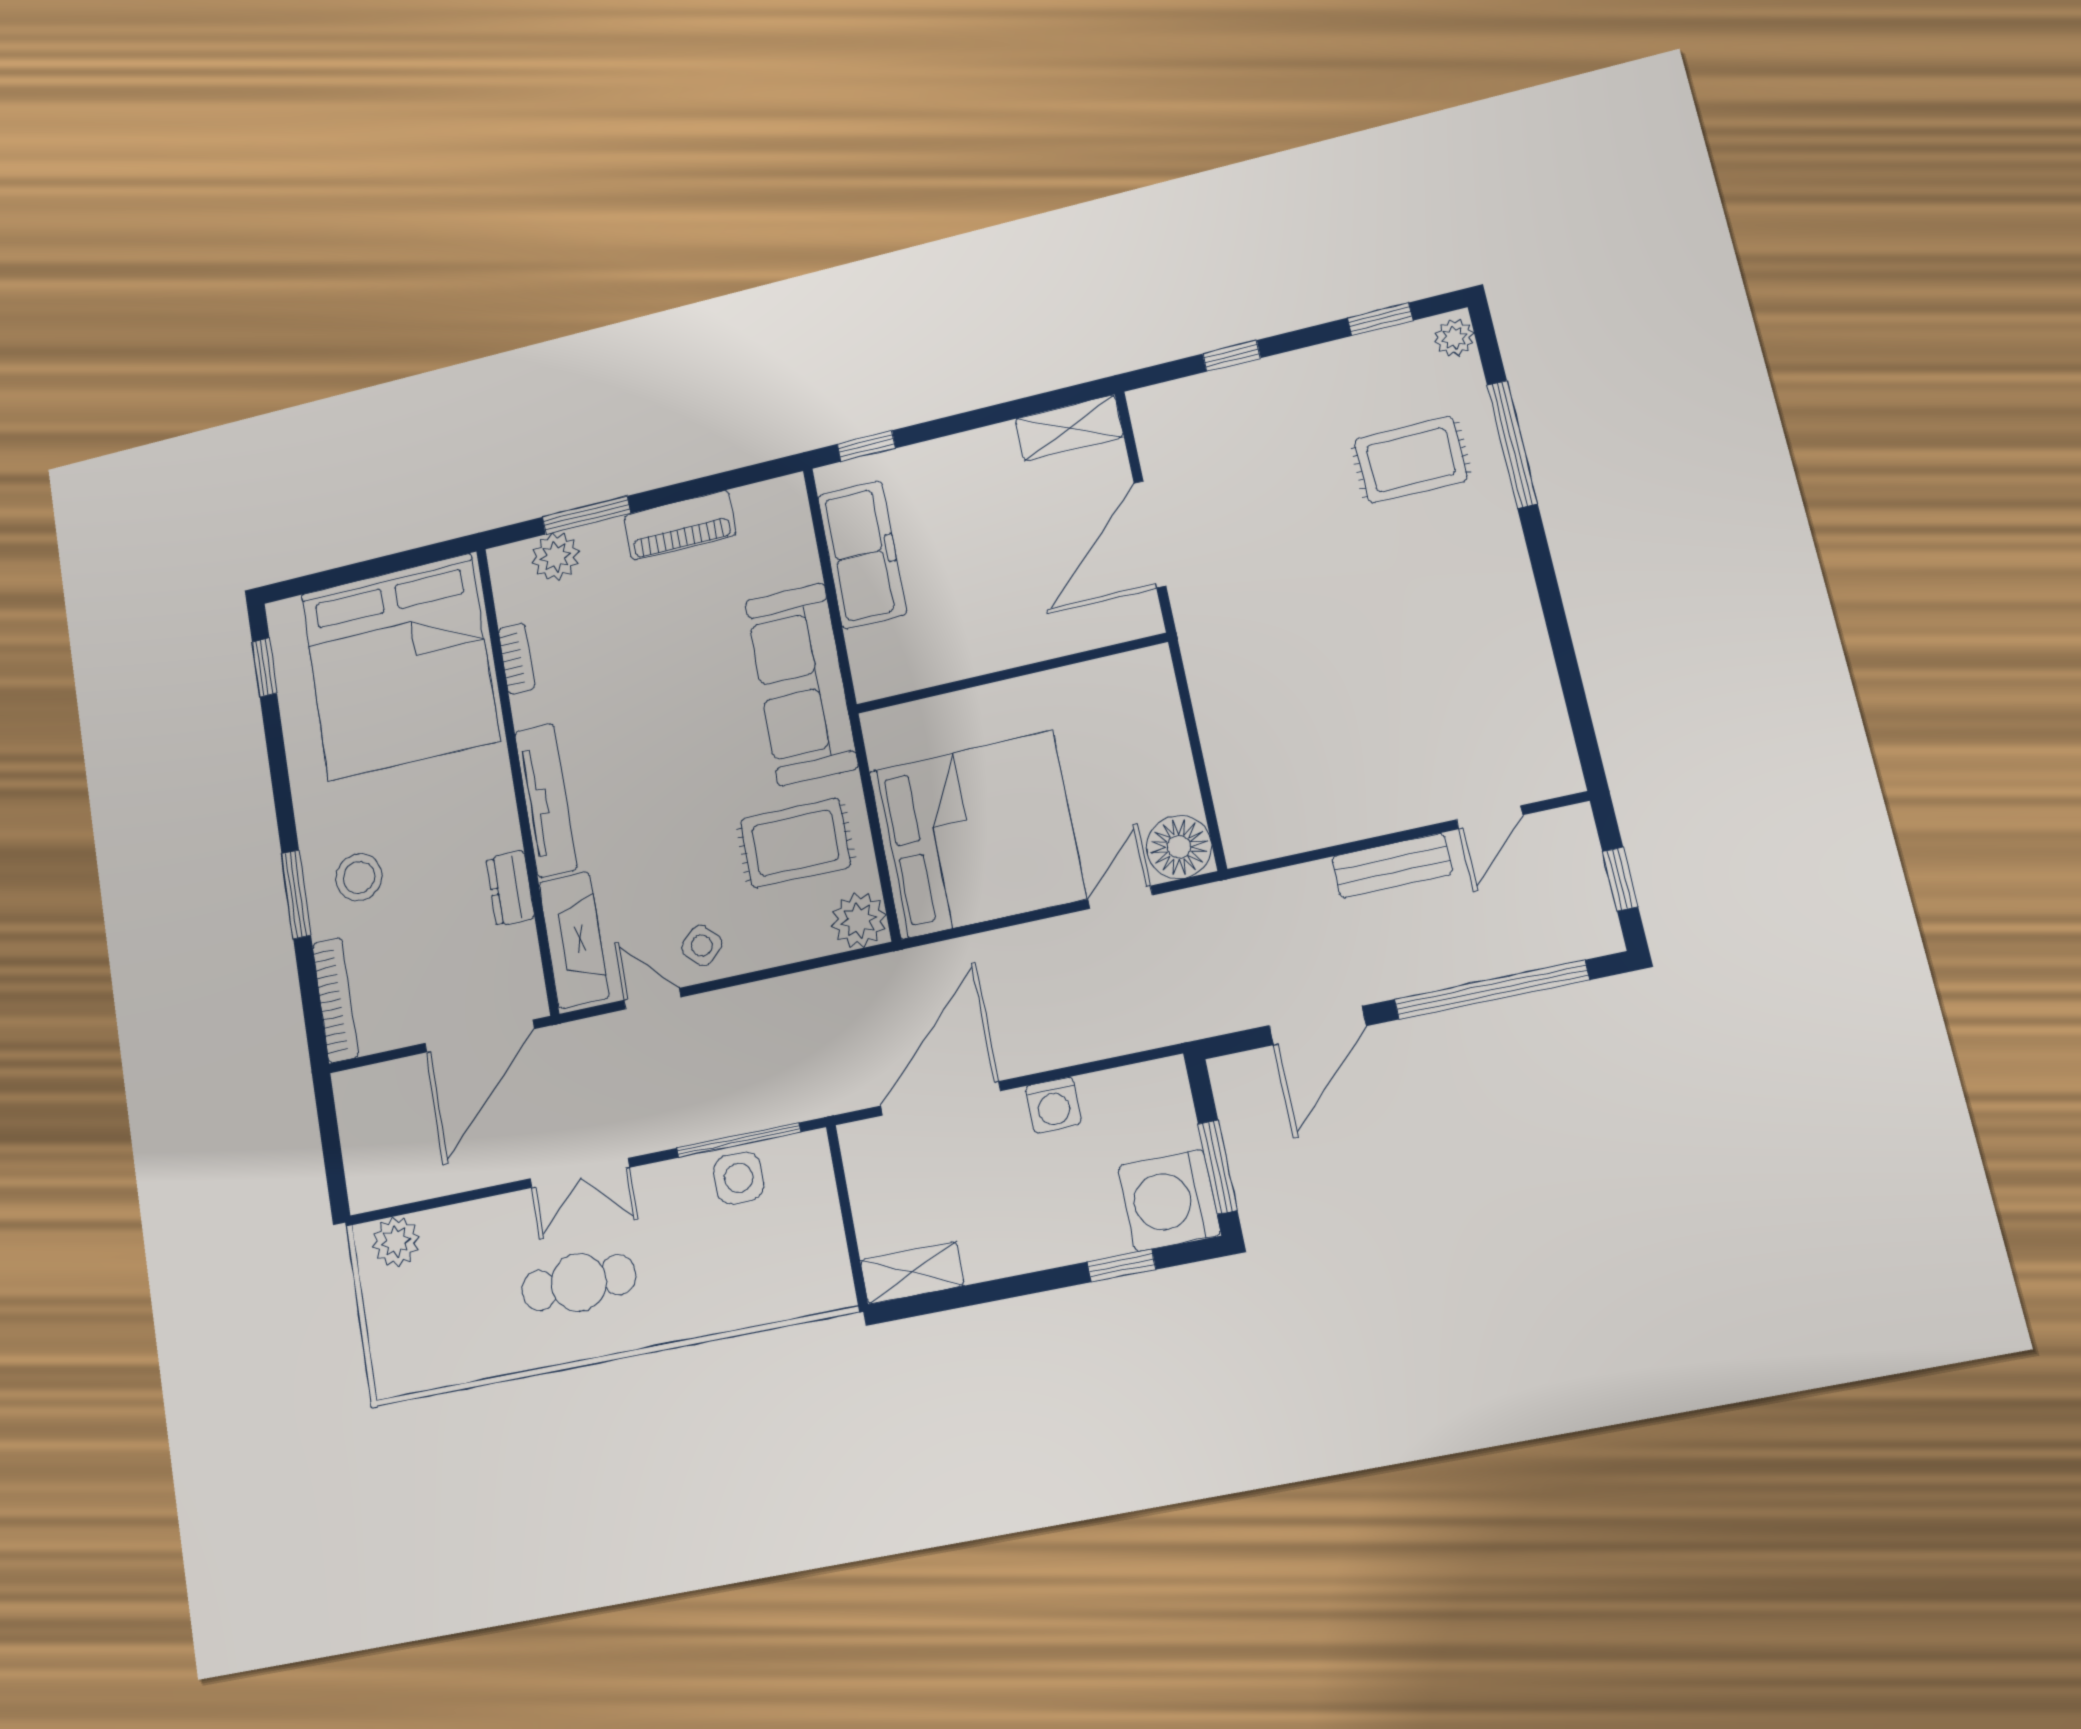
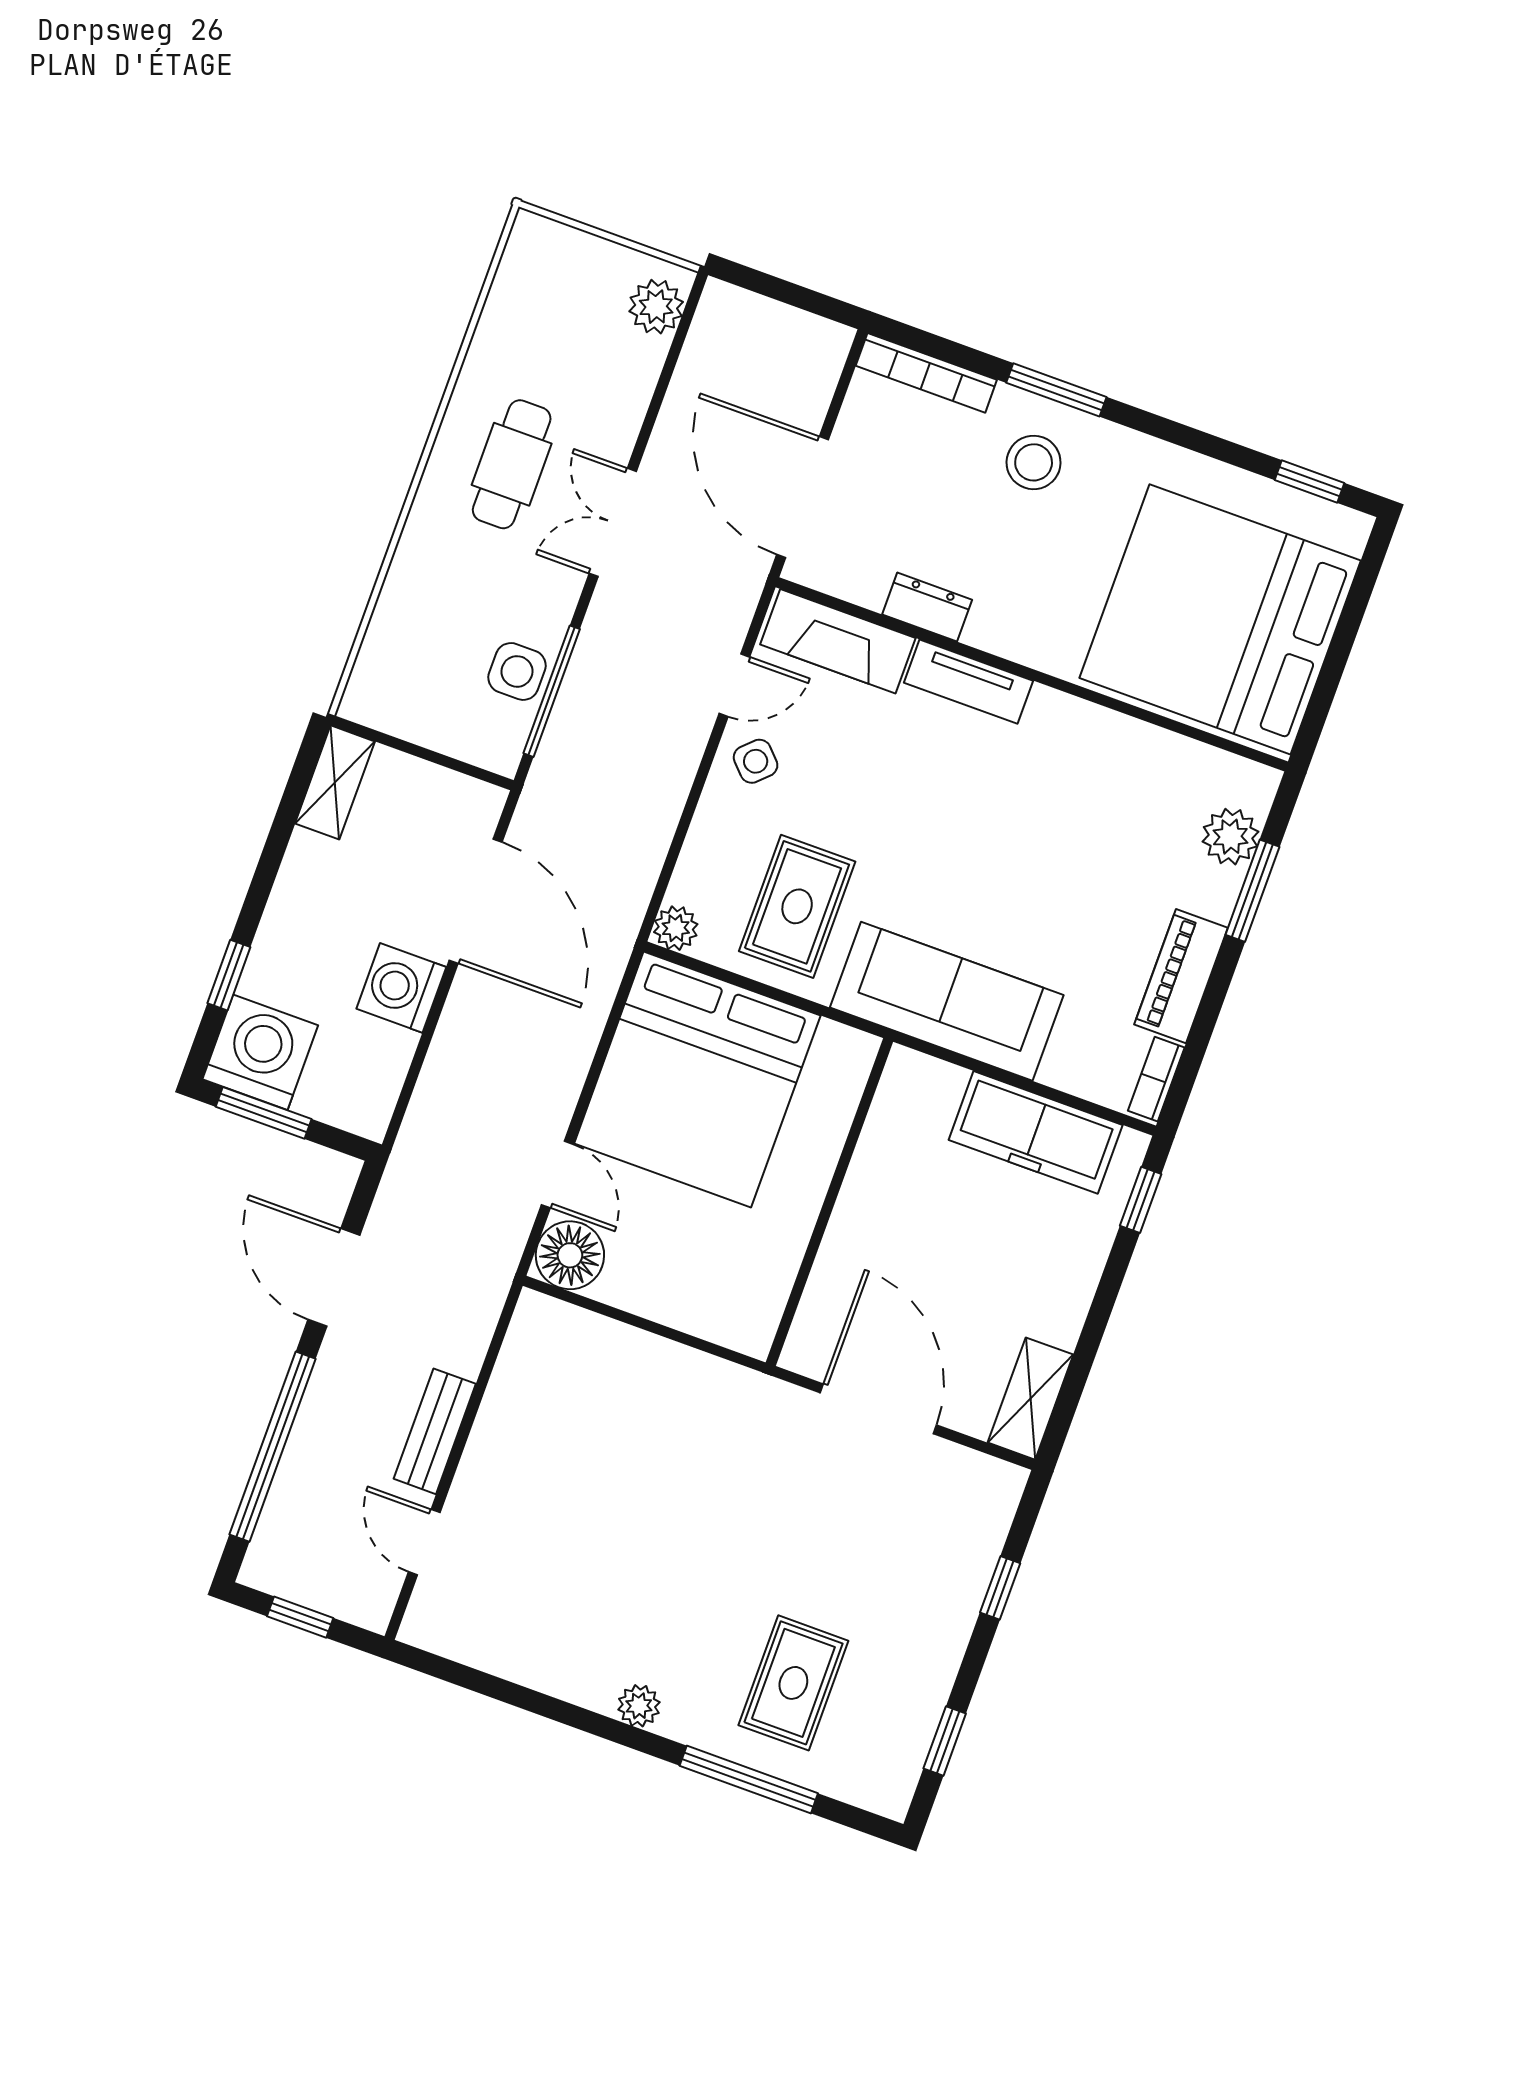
plant: (1454, 338) -> (639, 1706), moved
bookcase: (517, 658) -> (1156, 1079), moved, turned 90
tv unit: (546, 800) -> (969, 682), width x0.71
plant: (859, 920) -> (676, 928), width x0.73, depth x0.73
washing machine: (1053, 1105) -> (401, 988), width x1.38, depth x1.38

